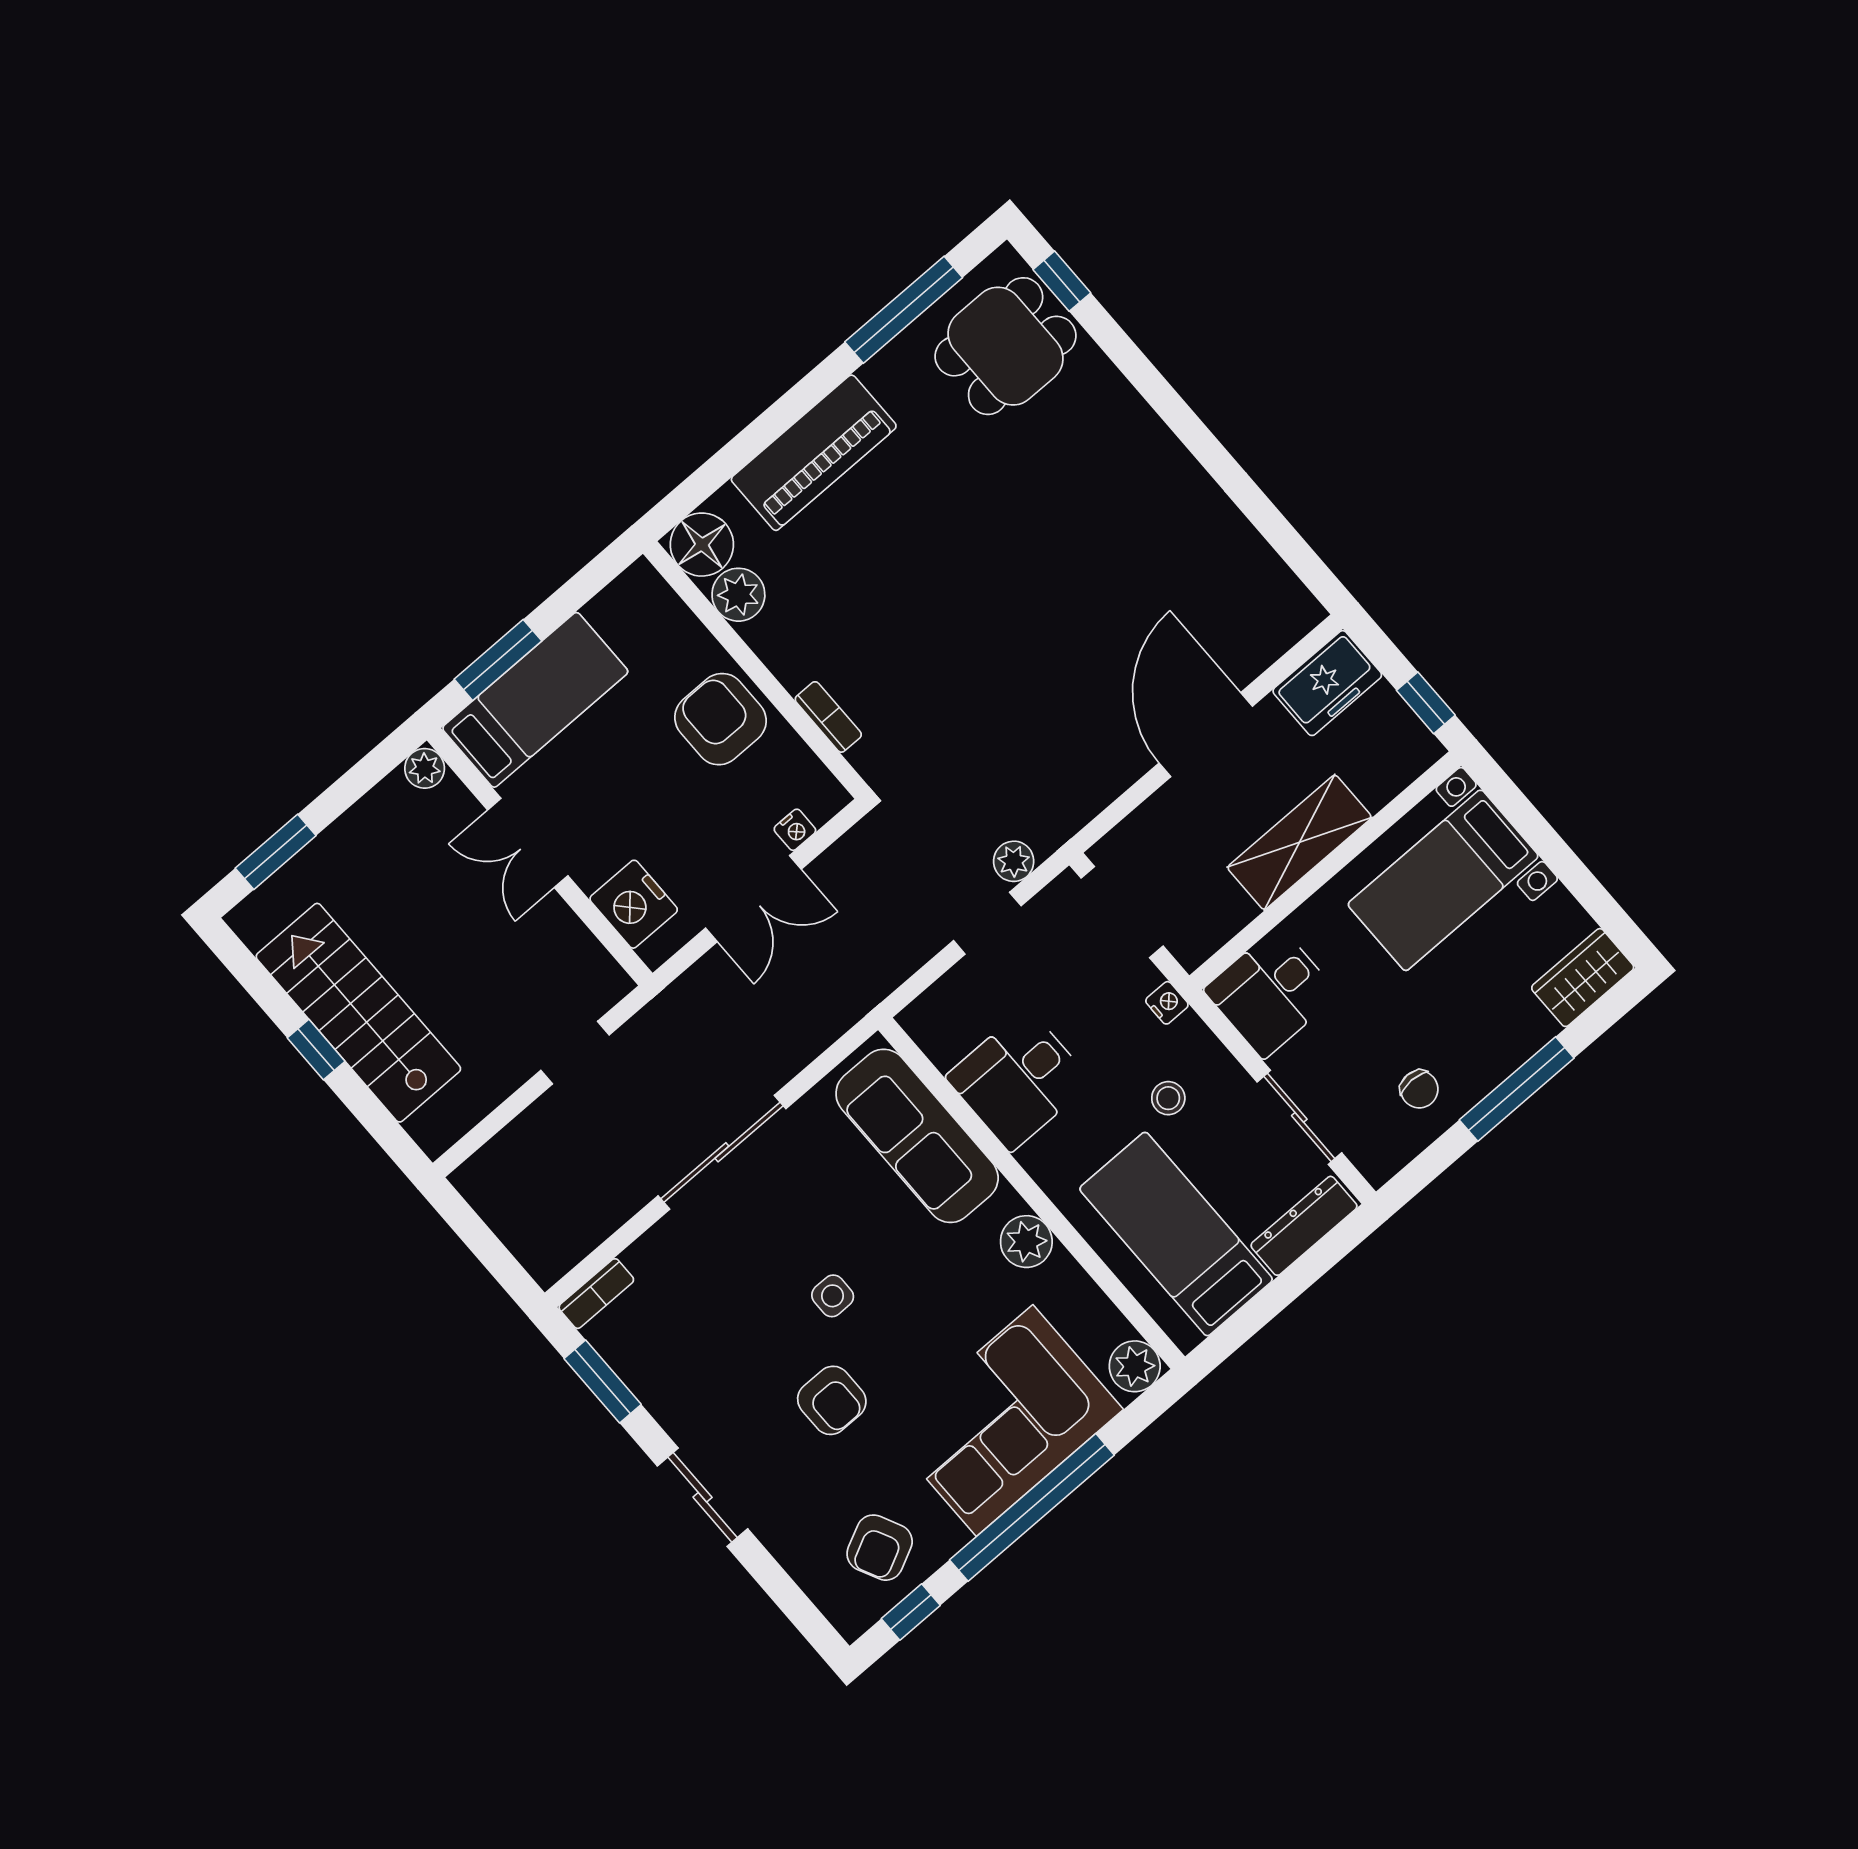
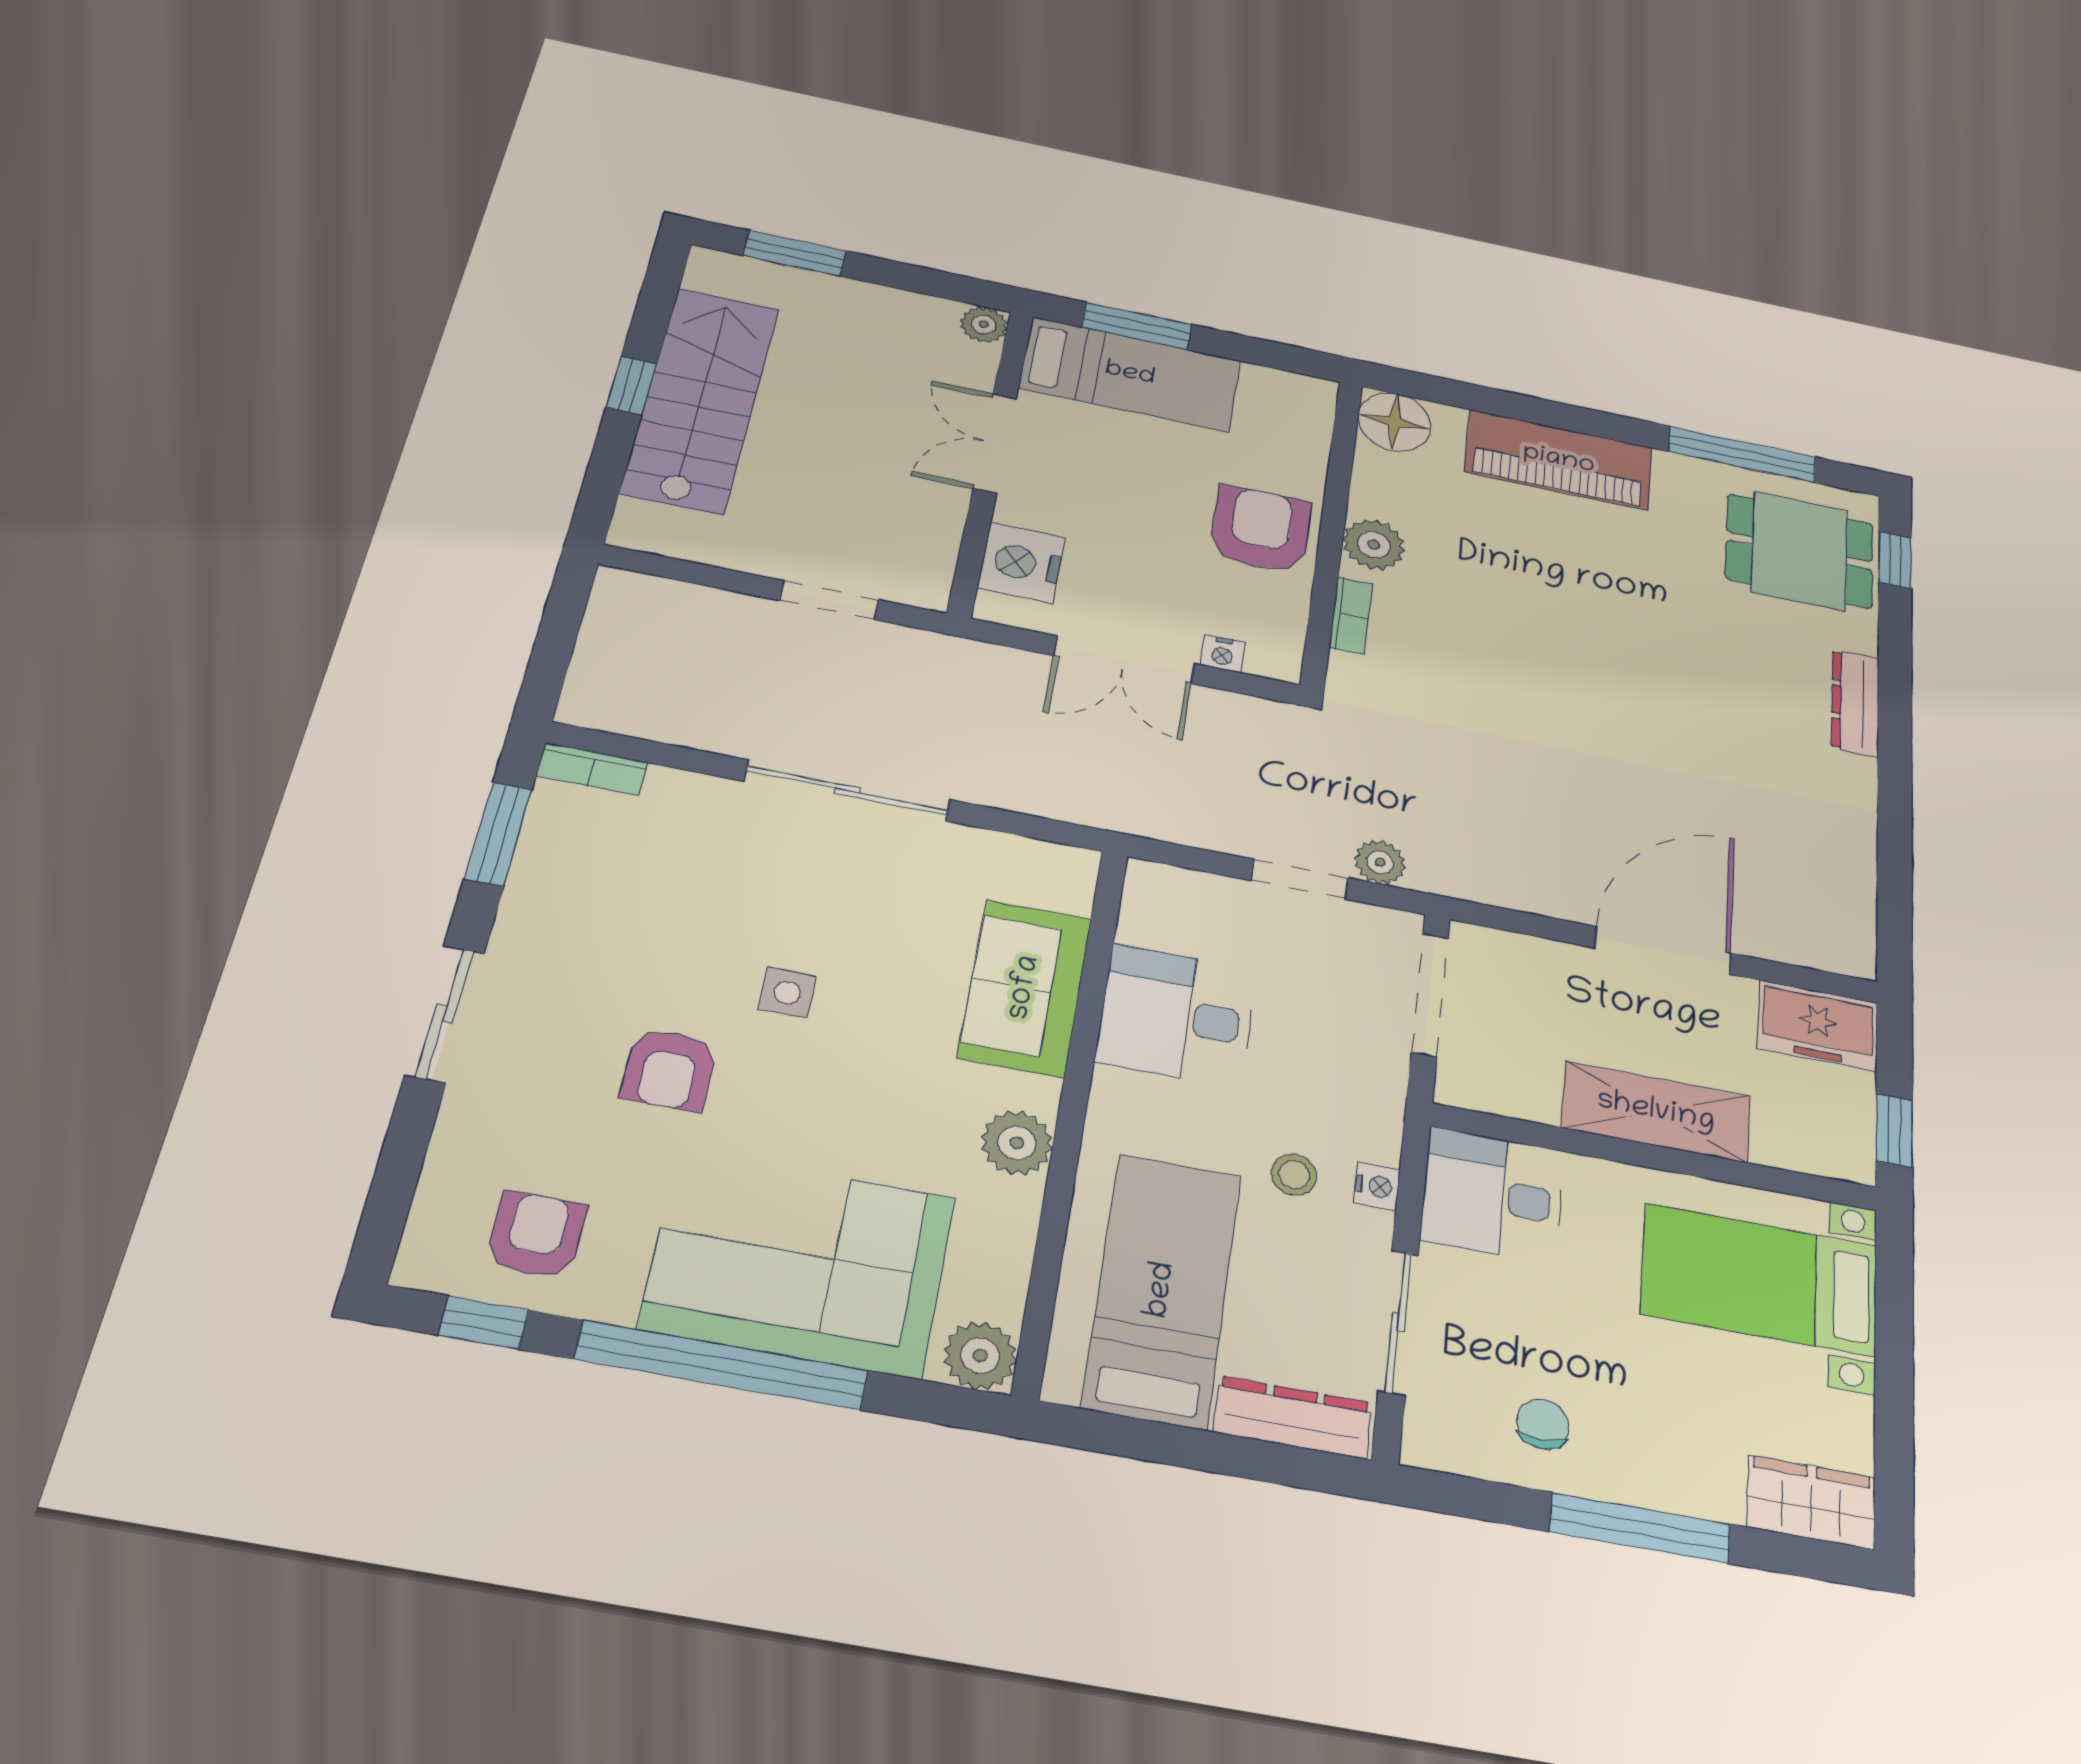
dresser: (1141, 425) -> (1855, 703), added
plant: (738, 595) -> (1374, 545), moved
nightstand: (1167, 1003) -> (1377, 1186), moved
chair: (1419, 1089) -> (1543, 1424), turned 180
sofa: (917, 1136) -> (1025, 988), width x0.73
armchair: (880, 1548) -> (536, 1235), turned 116

